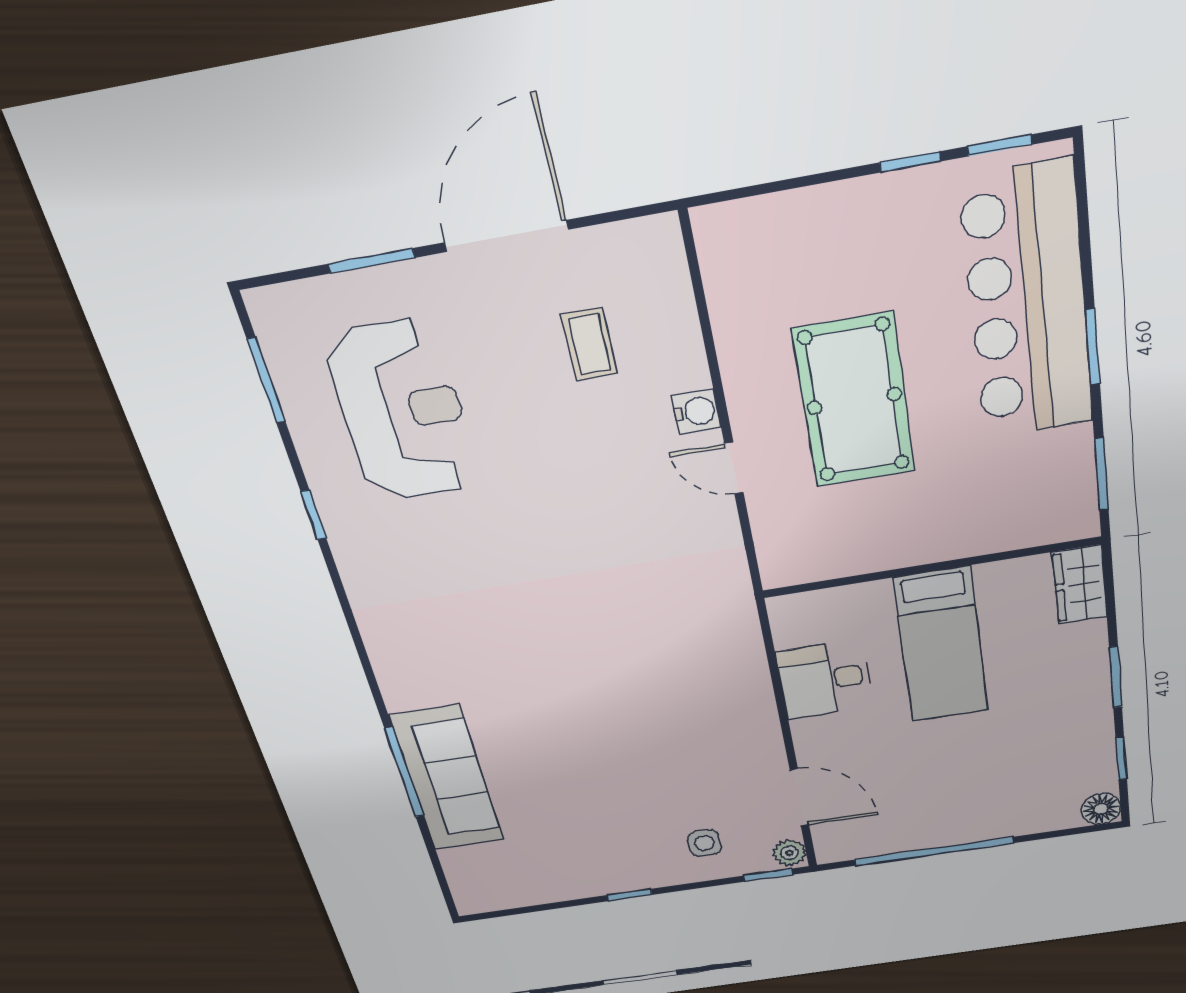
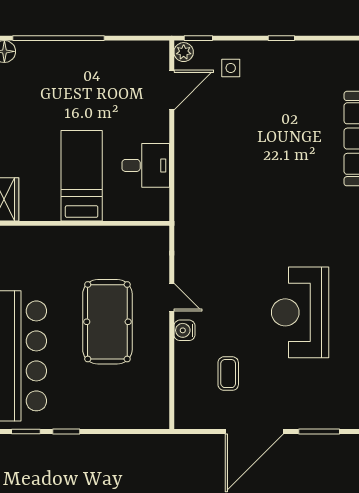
reception desk: (402, 411) -> (300, 312), moved
door: (799, 798) -> (172, 90), swing flipped
window: (934, 851) -> (58, 38), moved

